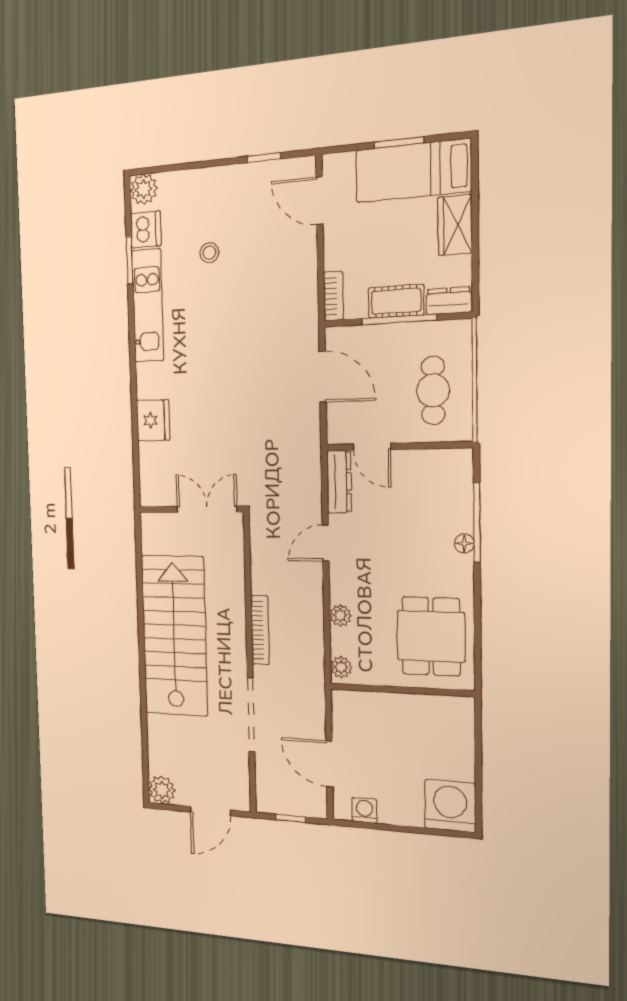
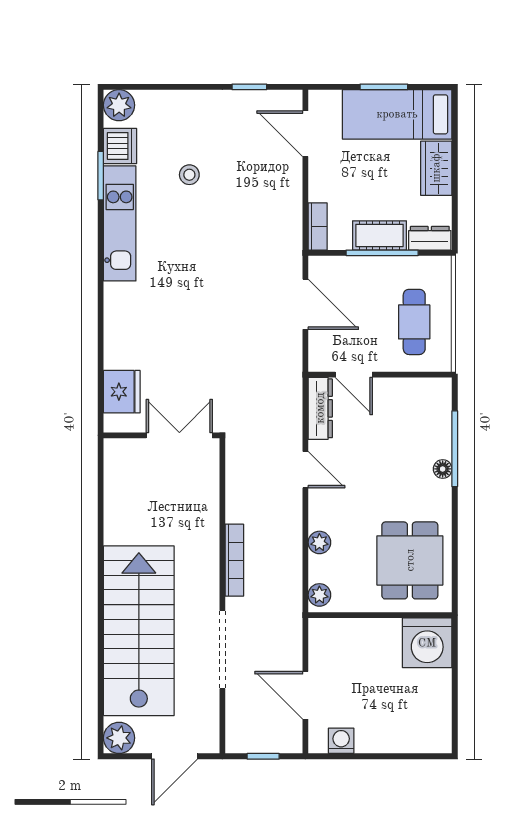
fridge: (153, 420) -> (122, 392), moved
door: (326, 543) -> (305, 470), swing flipped
stairs: (174, 636) -> (139, 631), moved
washing machine: (450, 806) -> (427, 643), moved, turned 180

